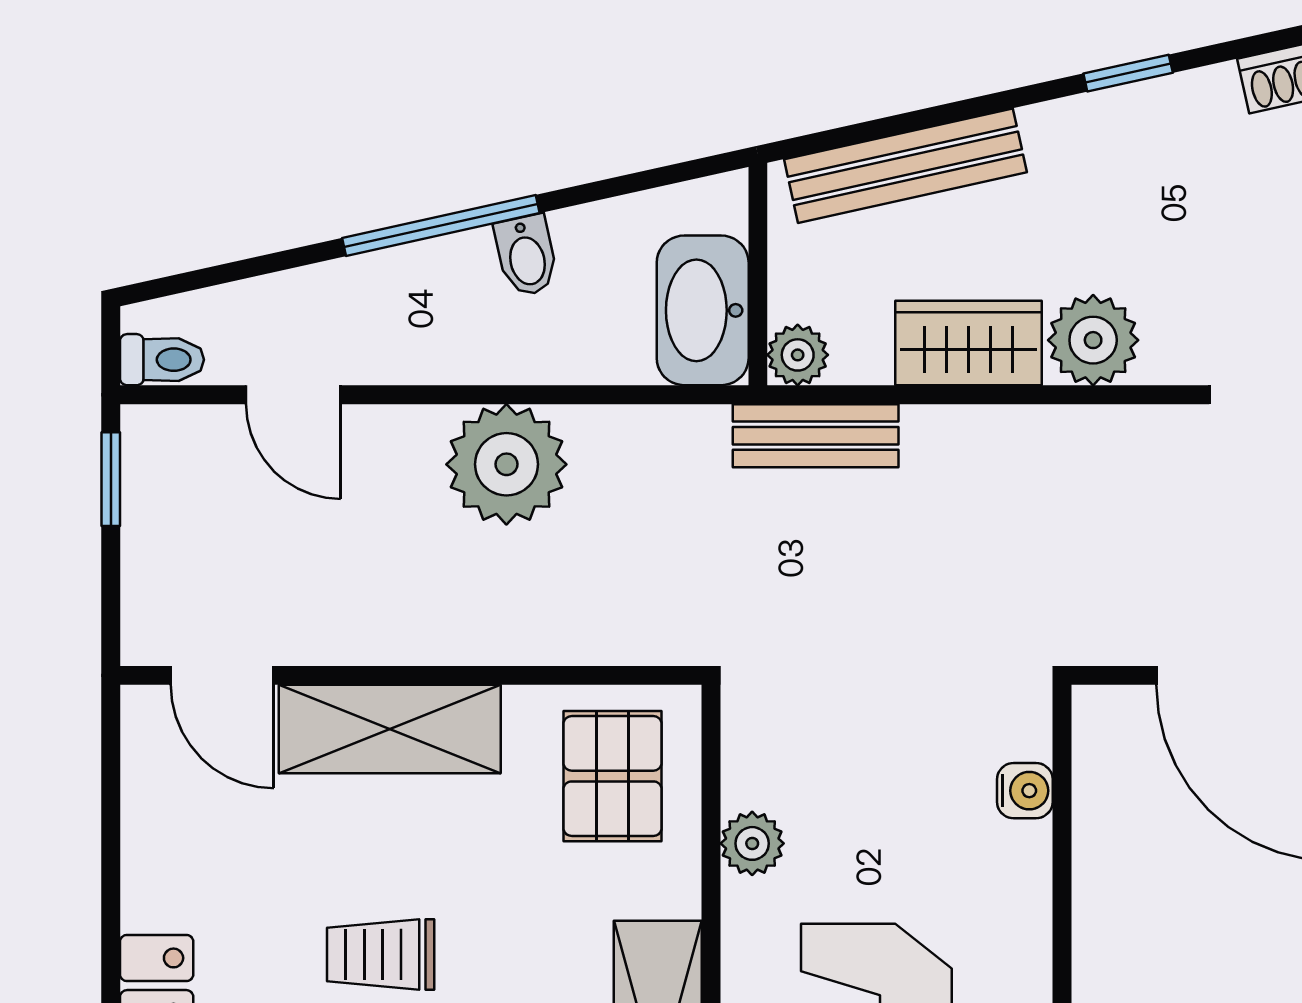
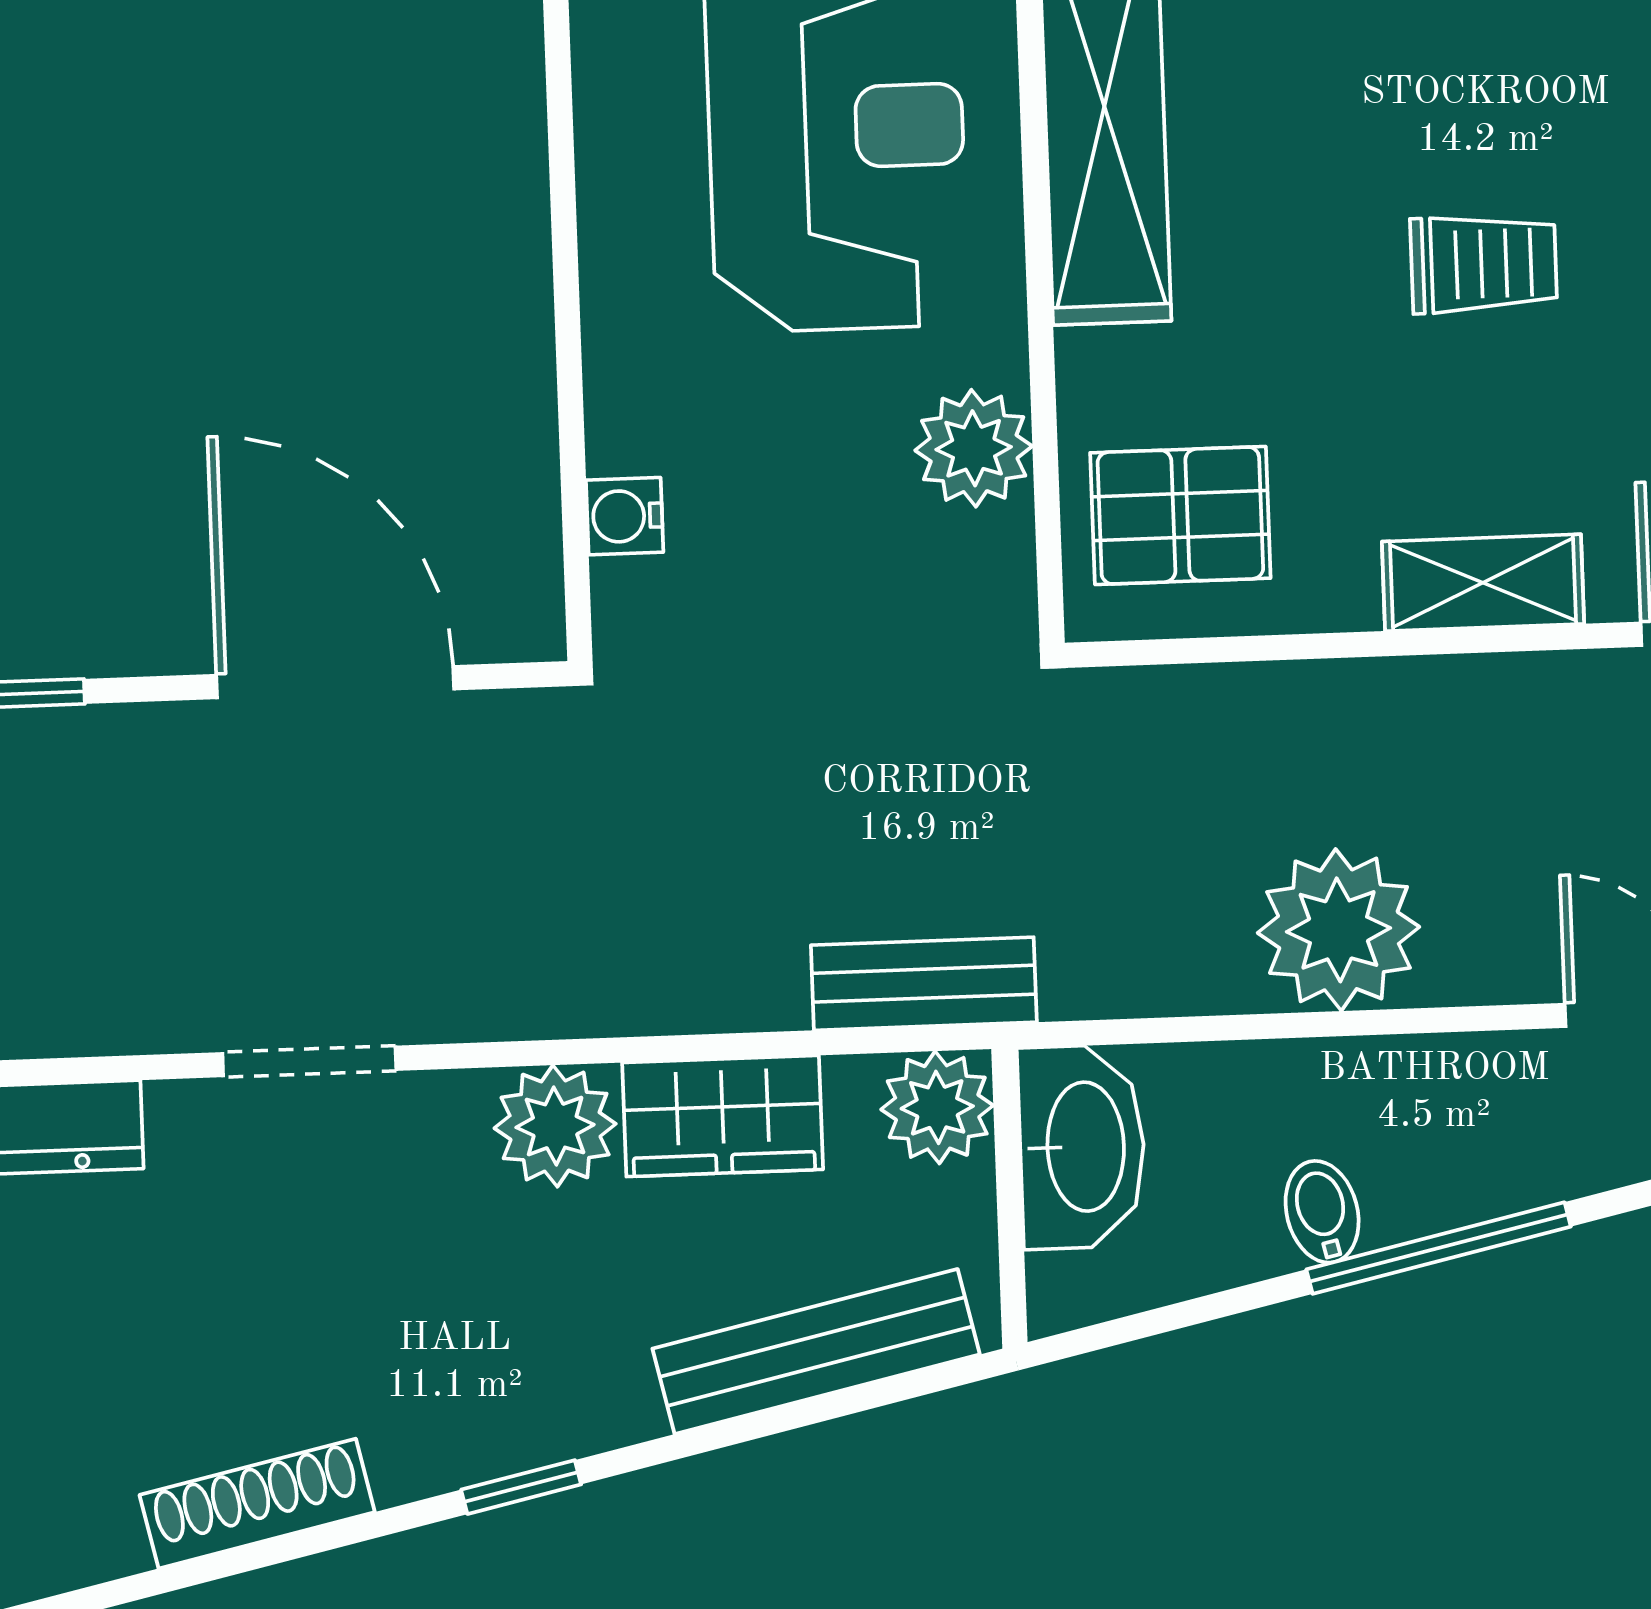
plant: (798, 355) -> (937, 1107), width x1.38, depth x1.38
shelving: (390, 729) -> (1483, 583), width x0.67, depth x0.75
pallet: (613, 776) -> (1180, 515), turned 90
plant: (752, 843) -> (974, 448), width x1.38, depth x1.38

